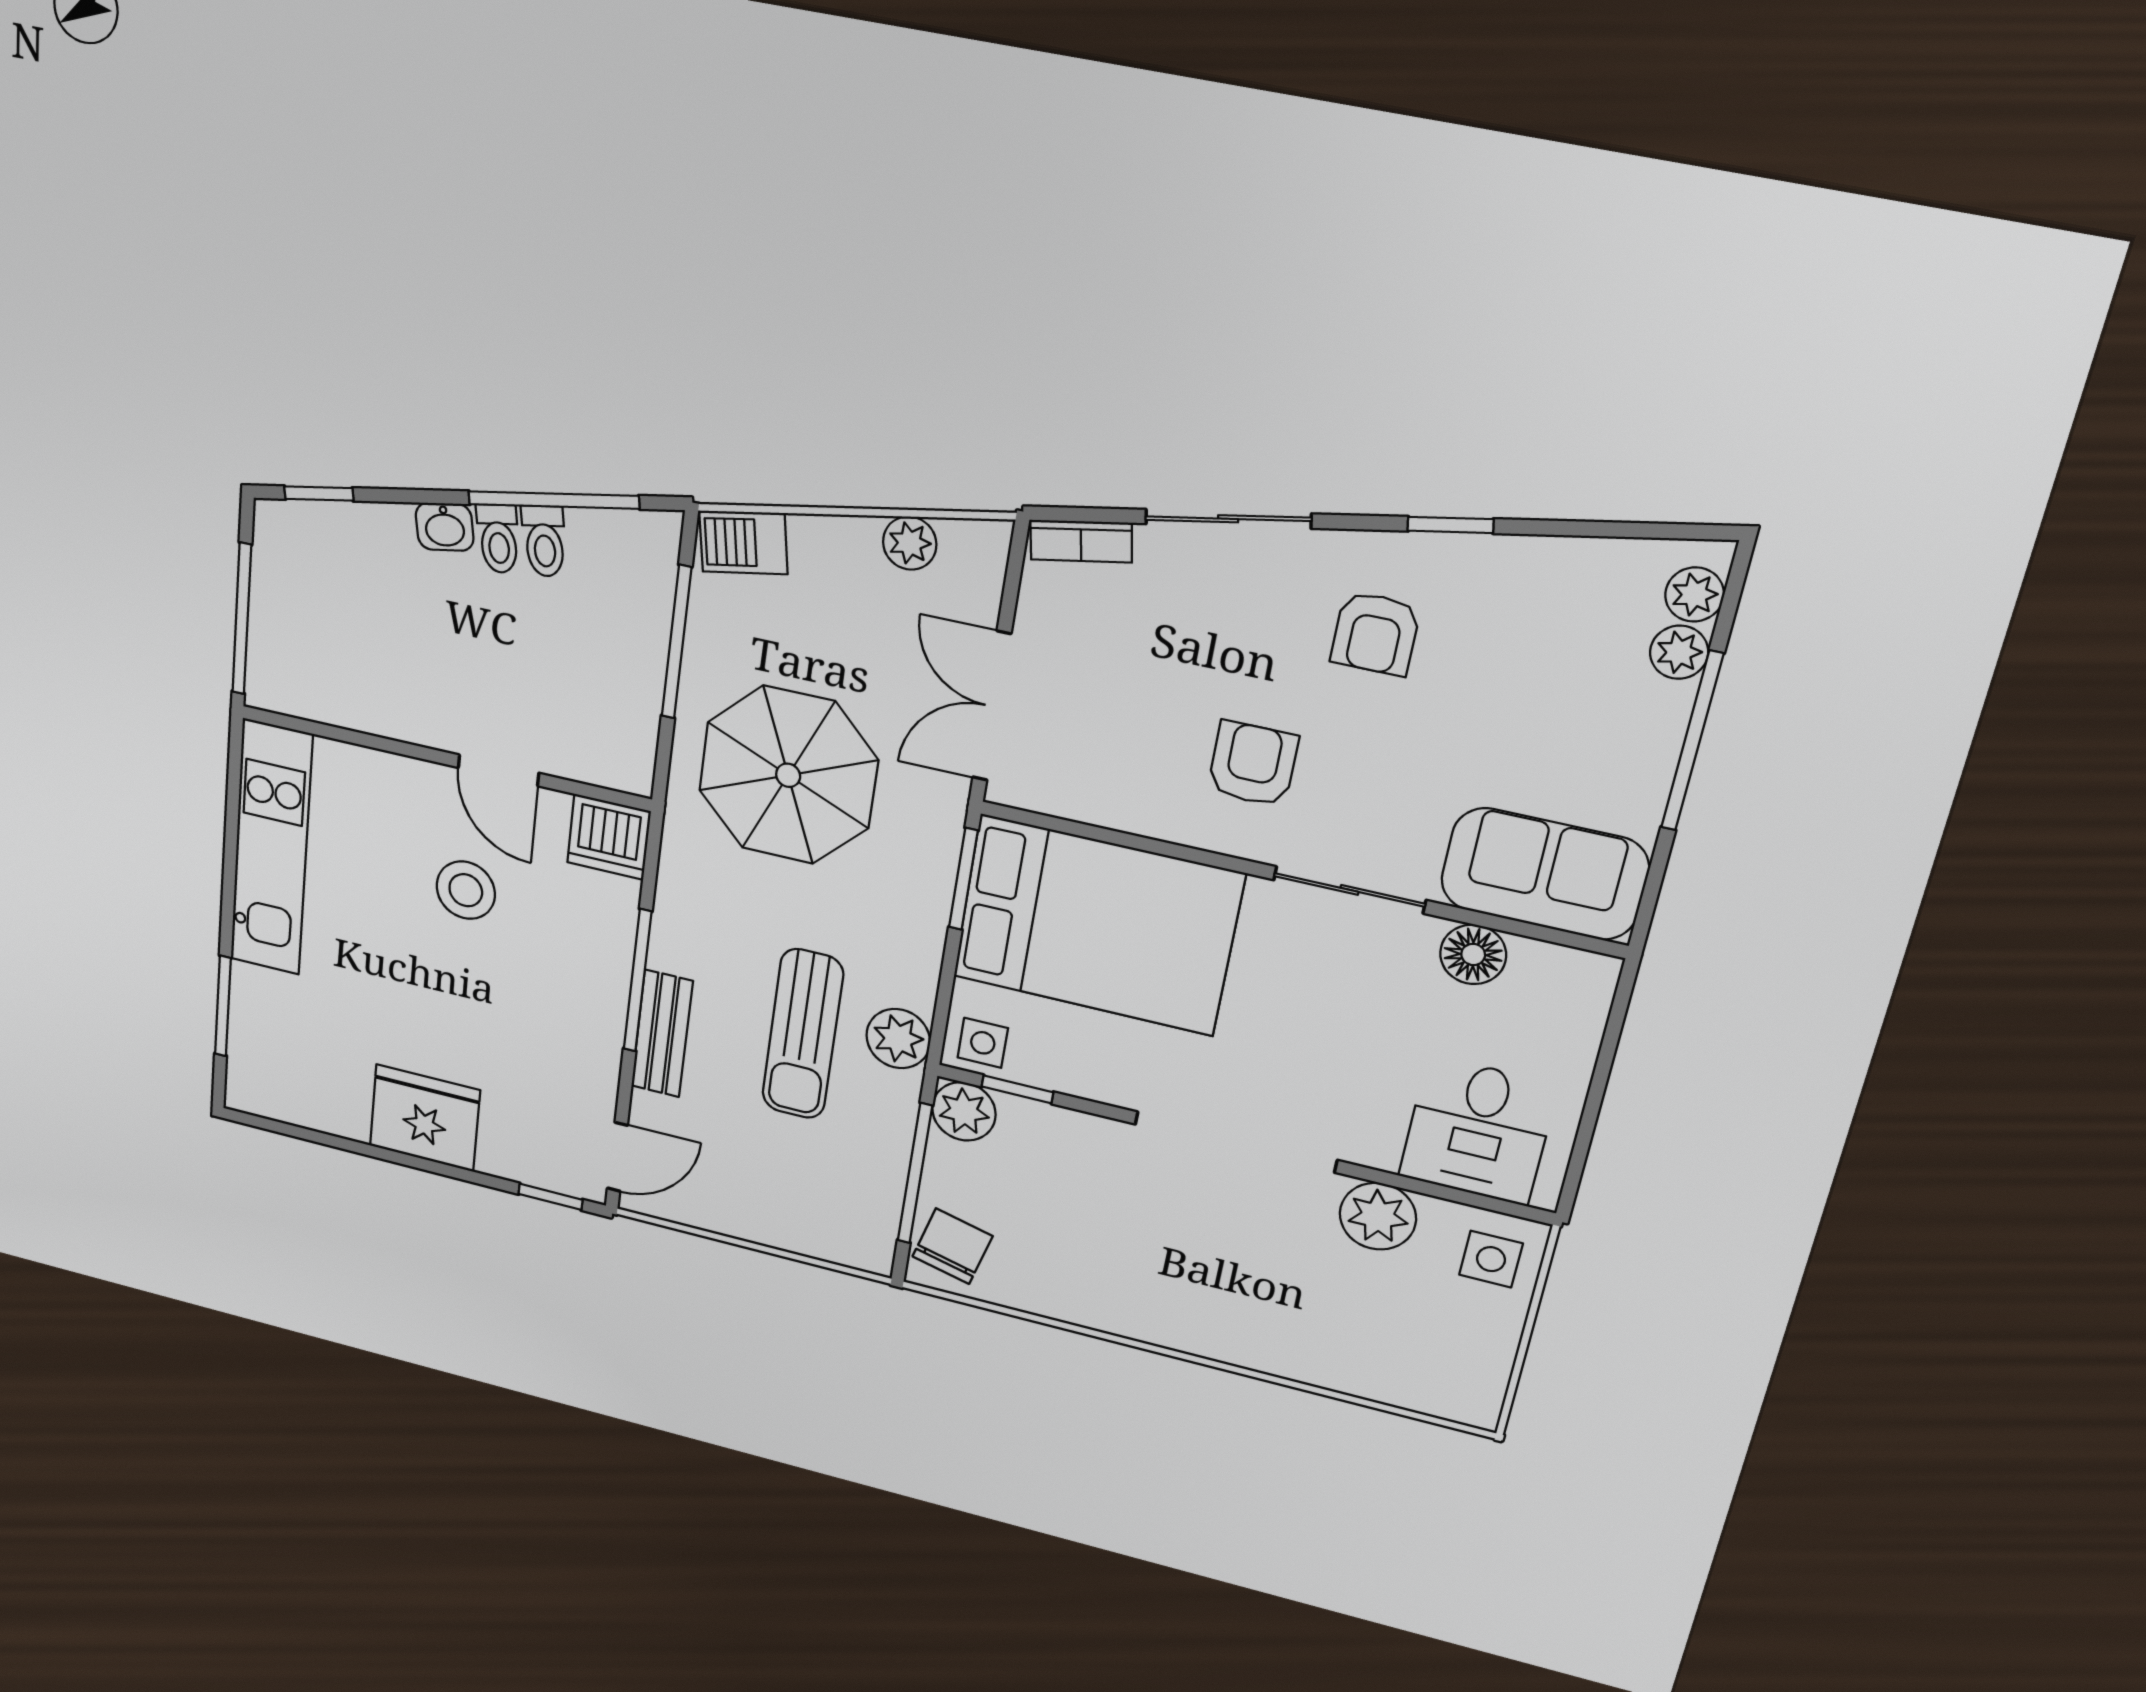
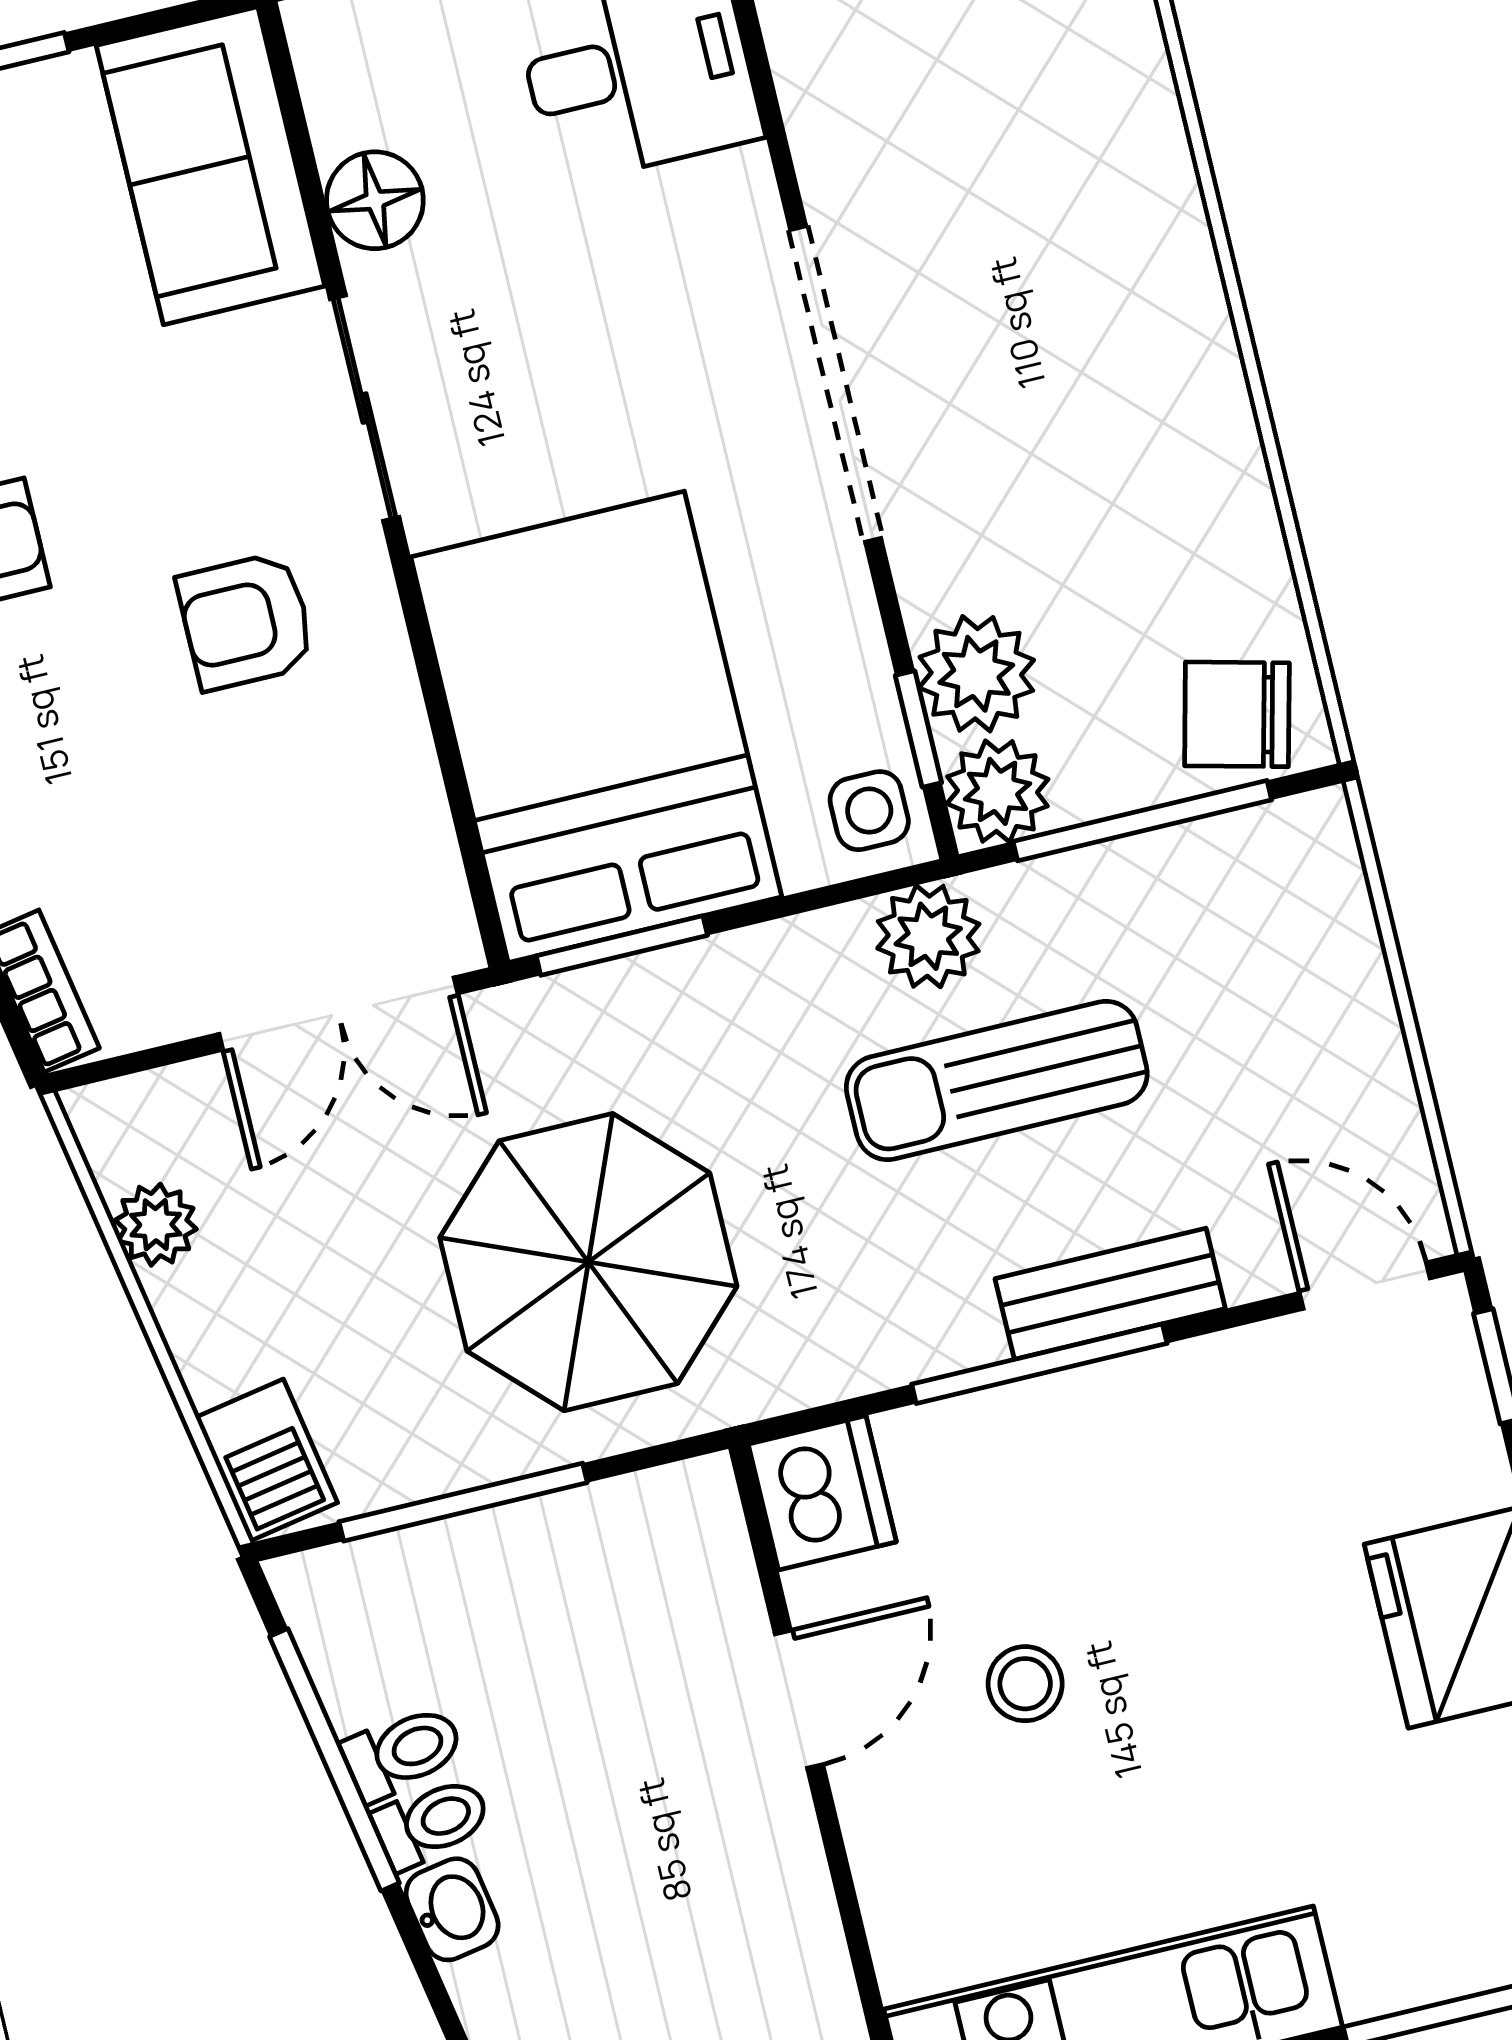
stool: (466, 890) -> (1025, 1684), width x0.73, depth x0.73
sun lounger: (803, 1034) -> (997, 1080), turned 180
plant: (1378, 1216) -> (976, 674), moved

